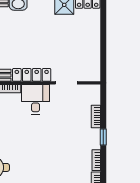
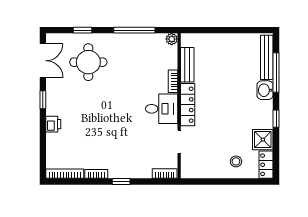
stool: (85, 30) -> (236, 161), added
bookcase: (96, 116) -> (165, 174), moved

